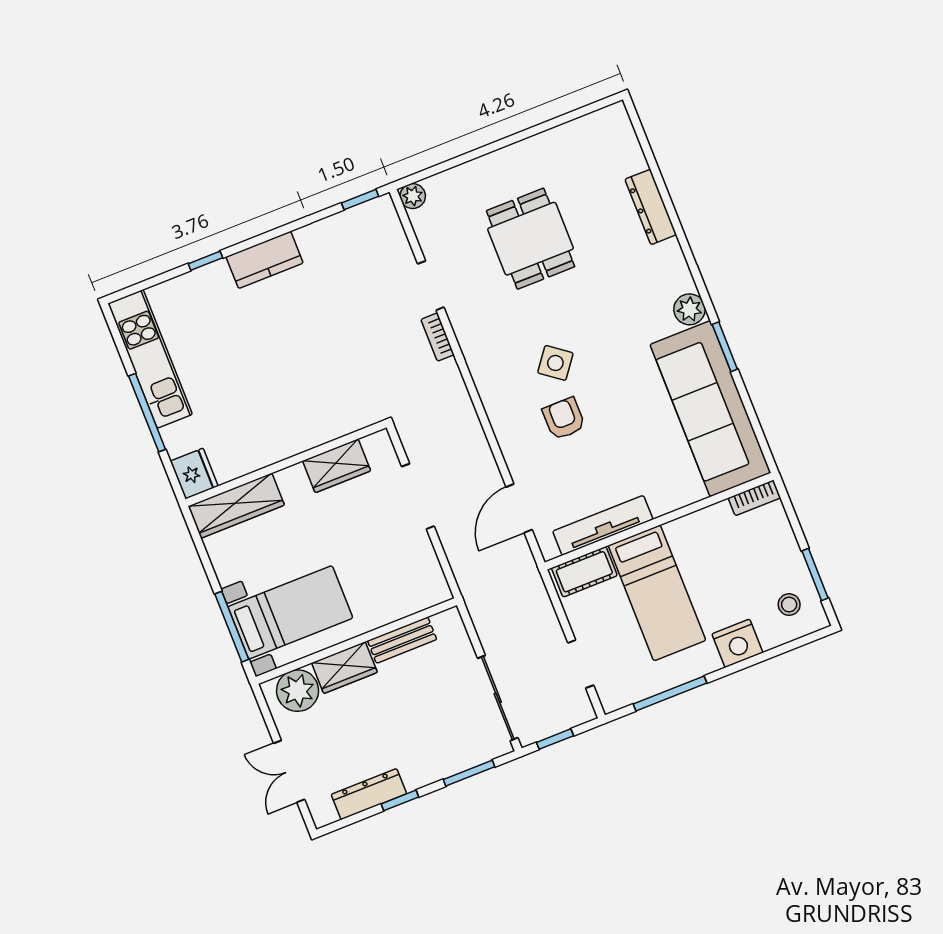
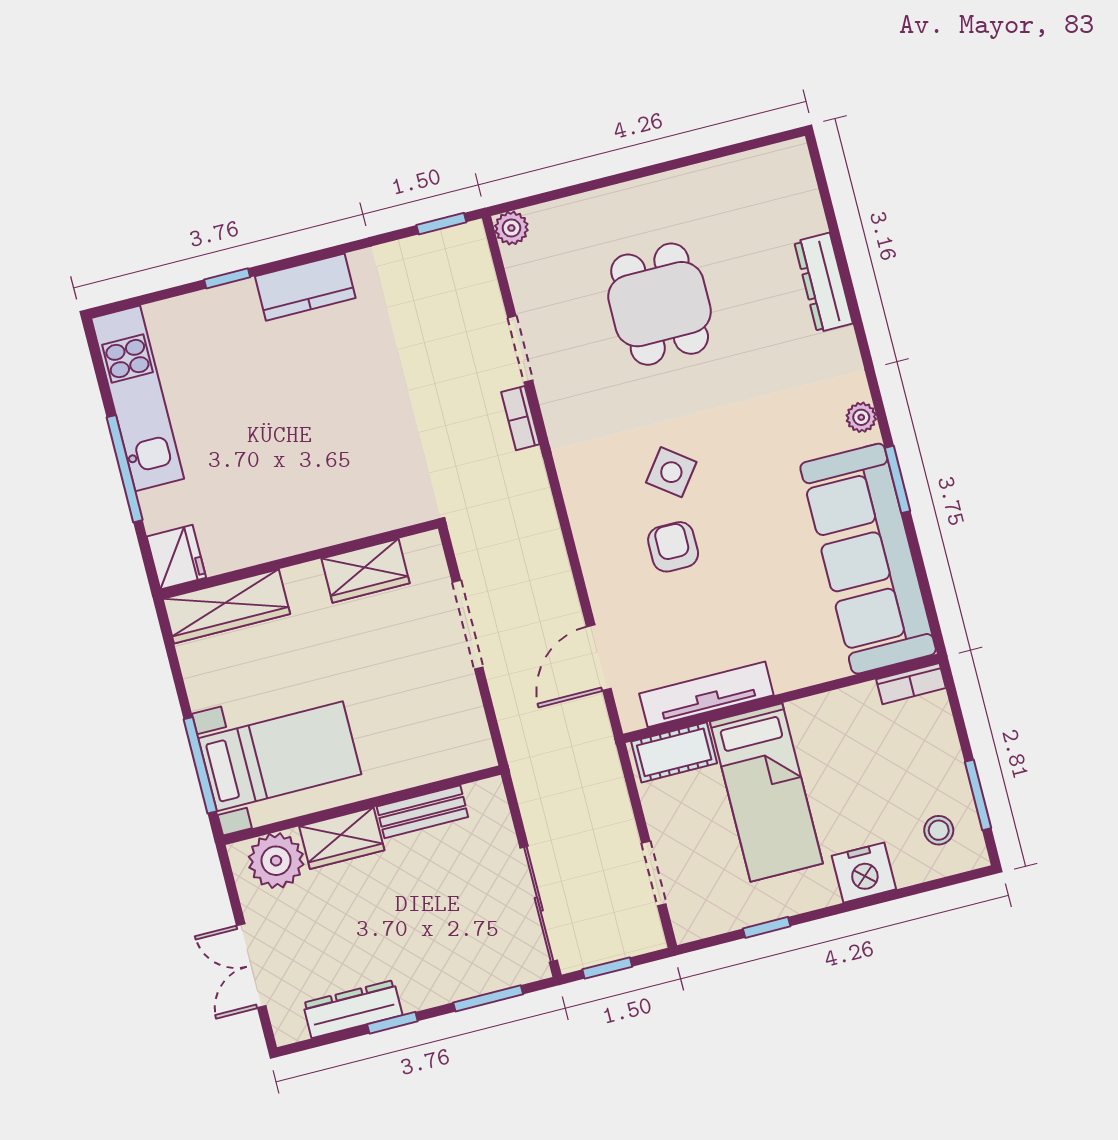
plant: (689, 309) -> (861, 417), width x0.73, depth x0.73
window: (670, 694) -> (767, 927), width x0.46

